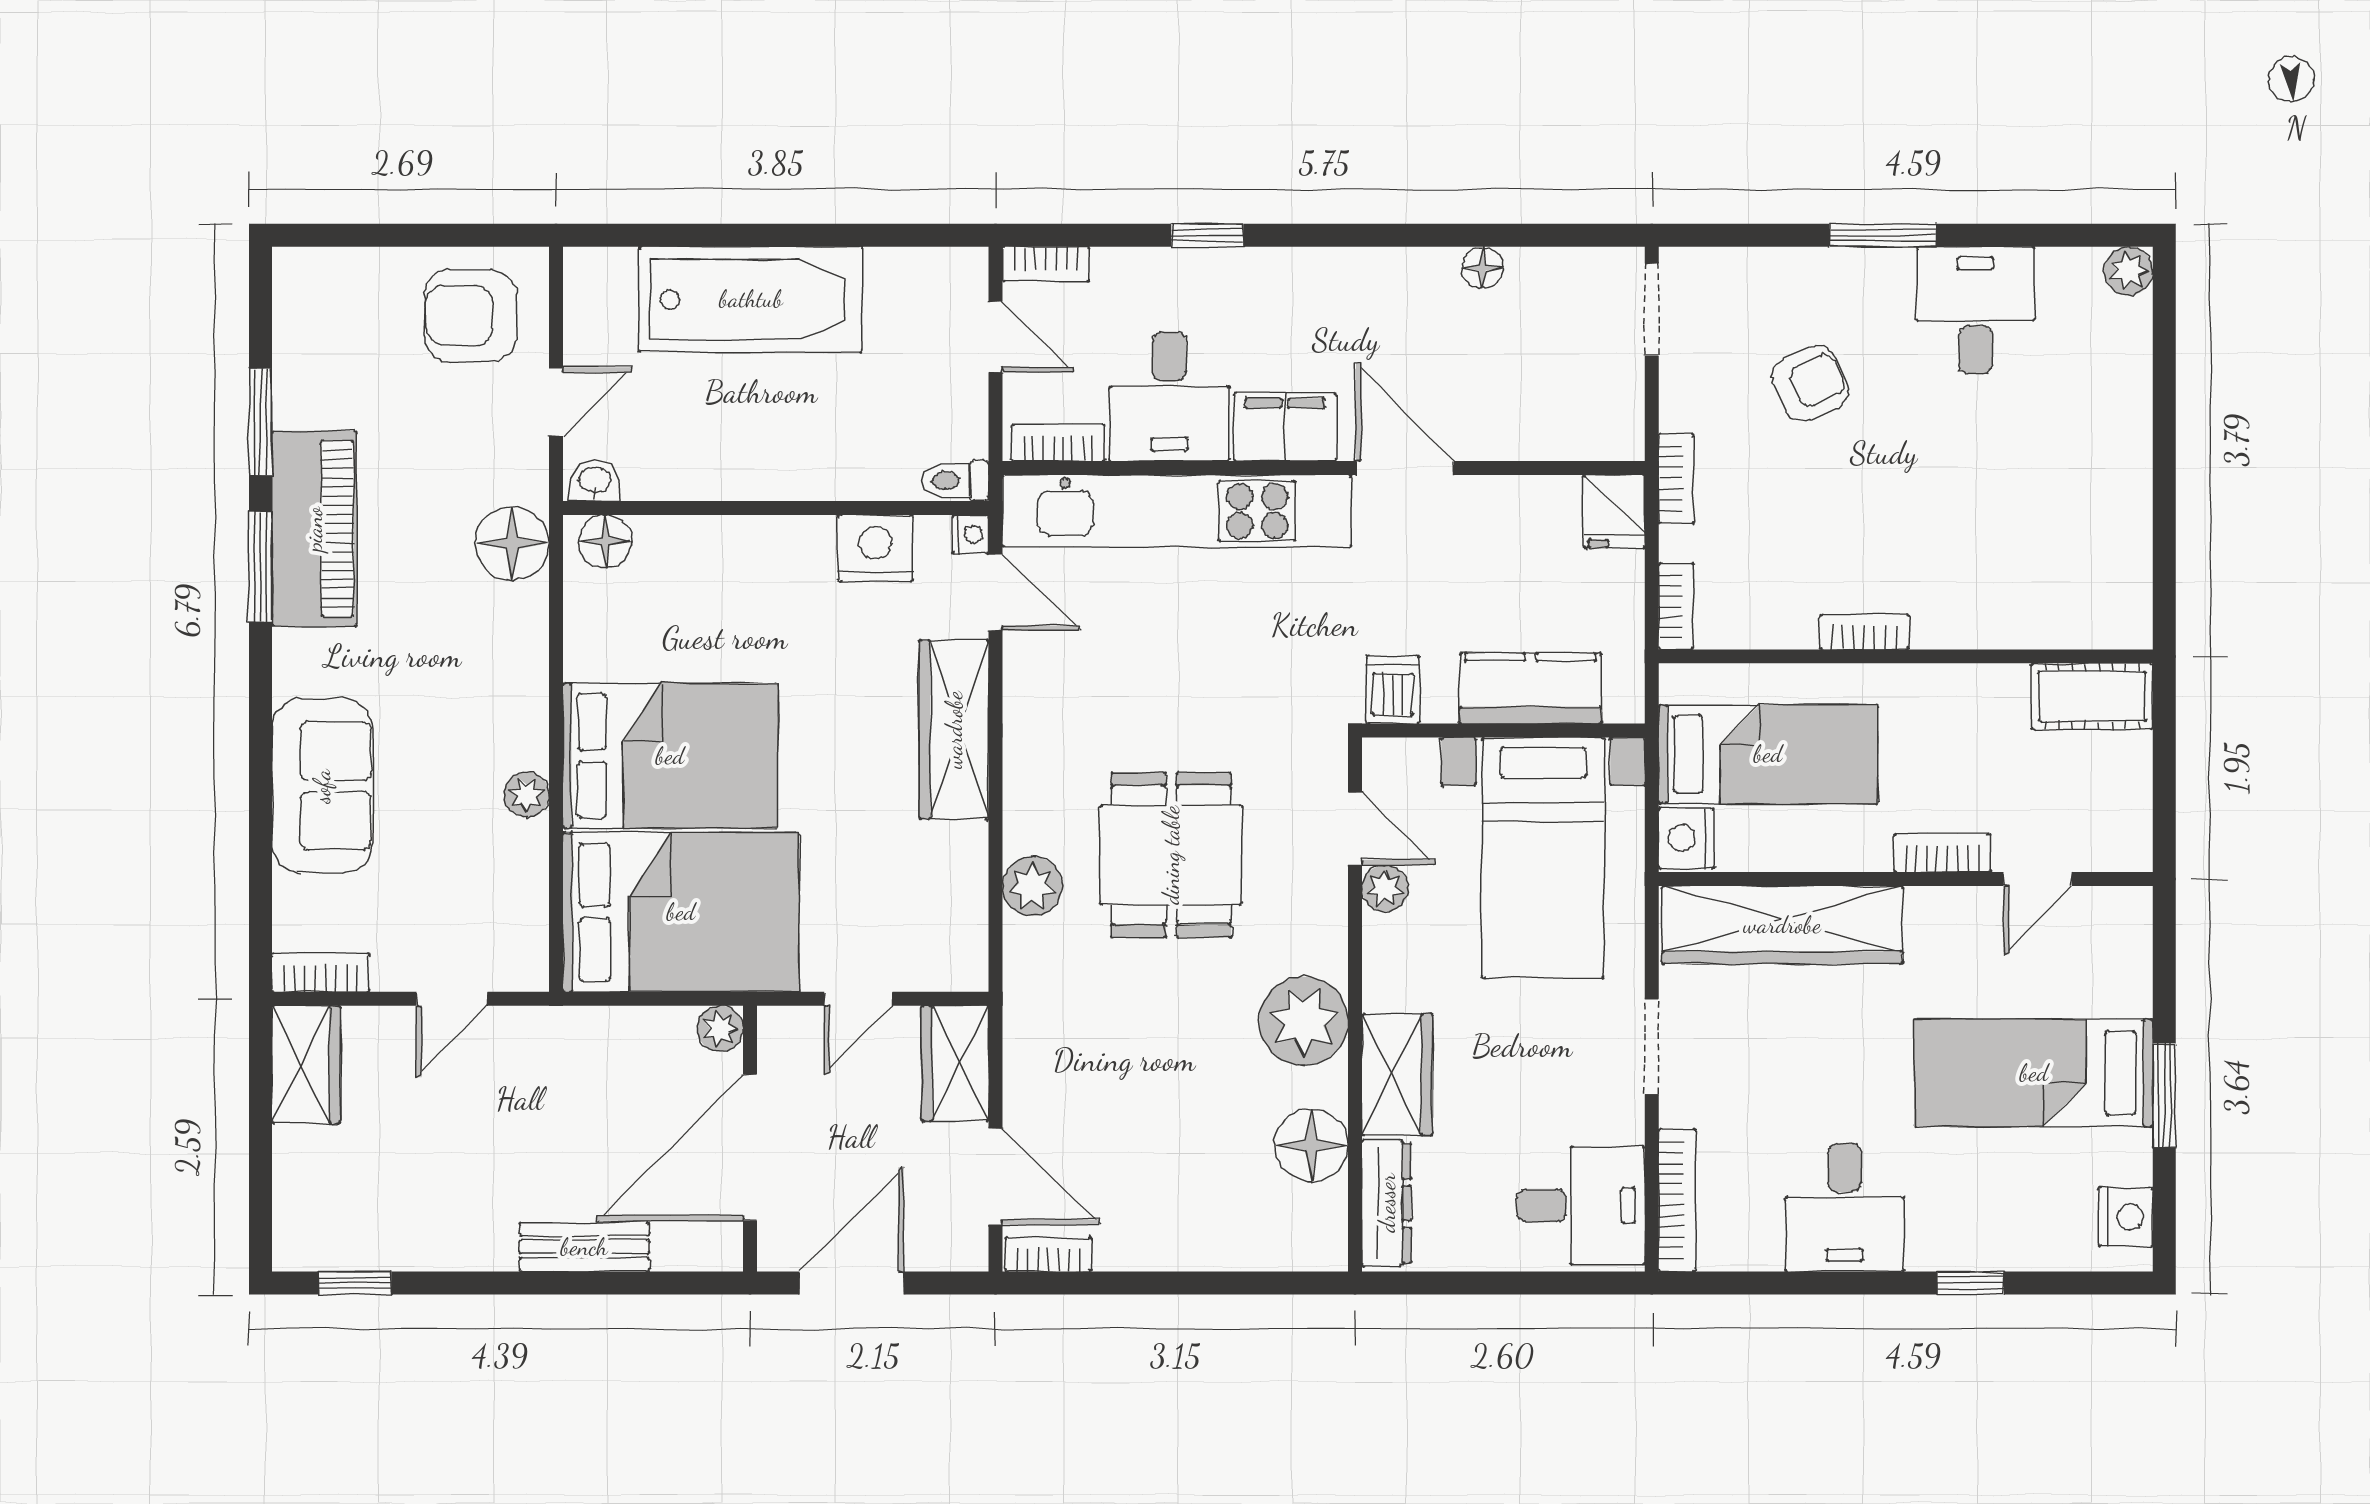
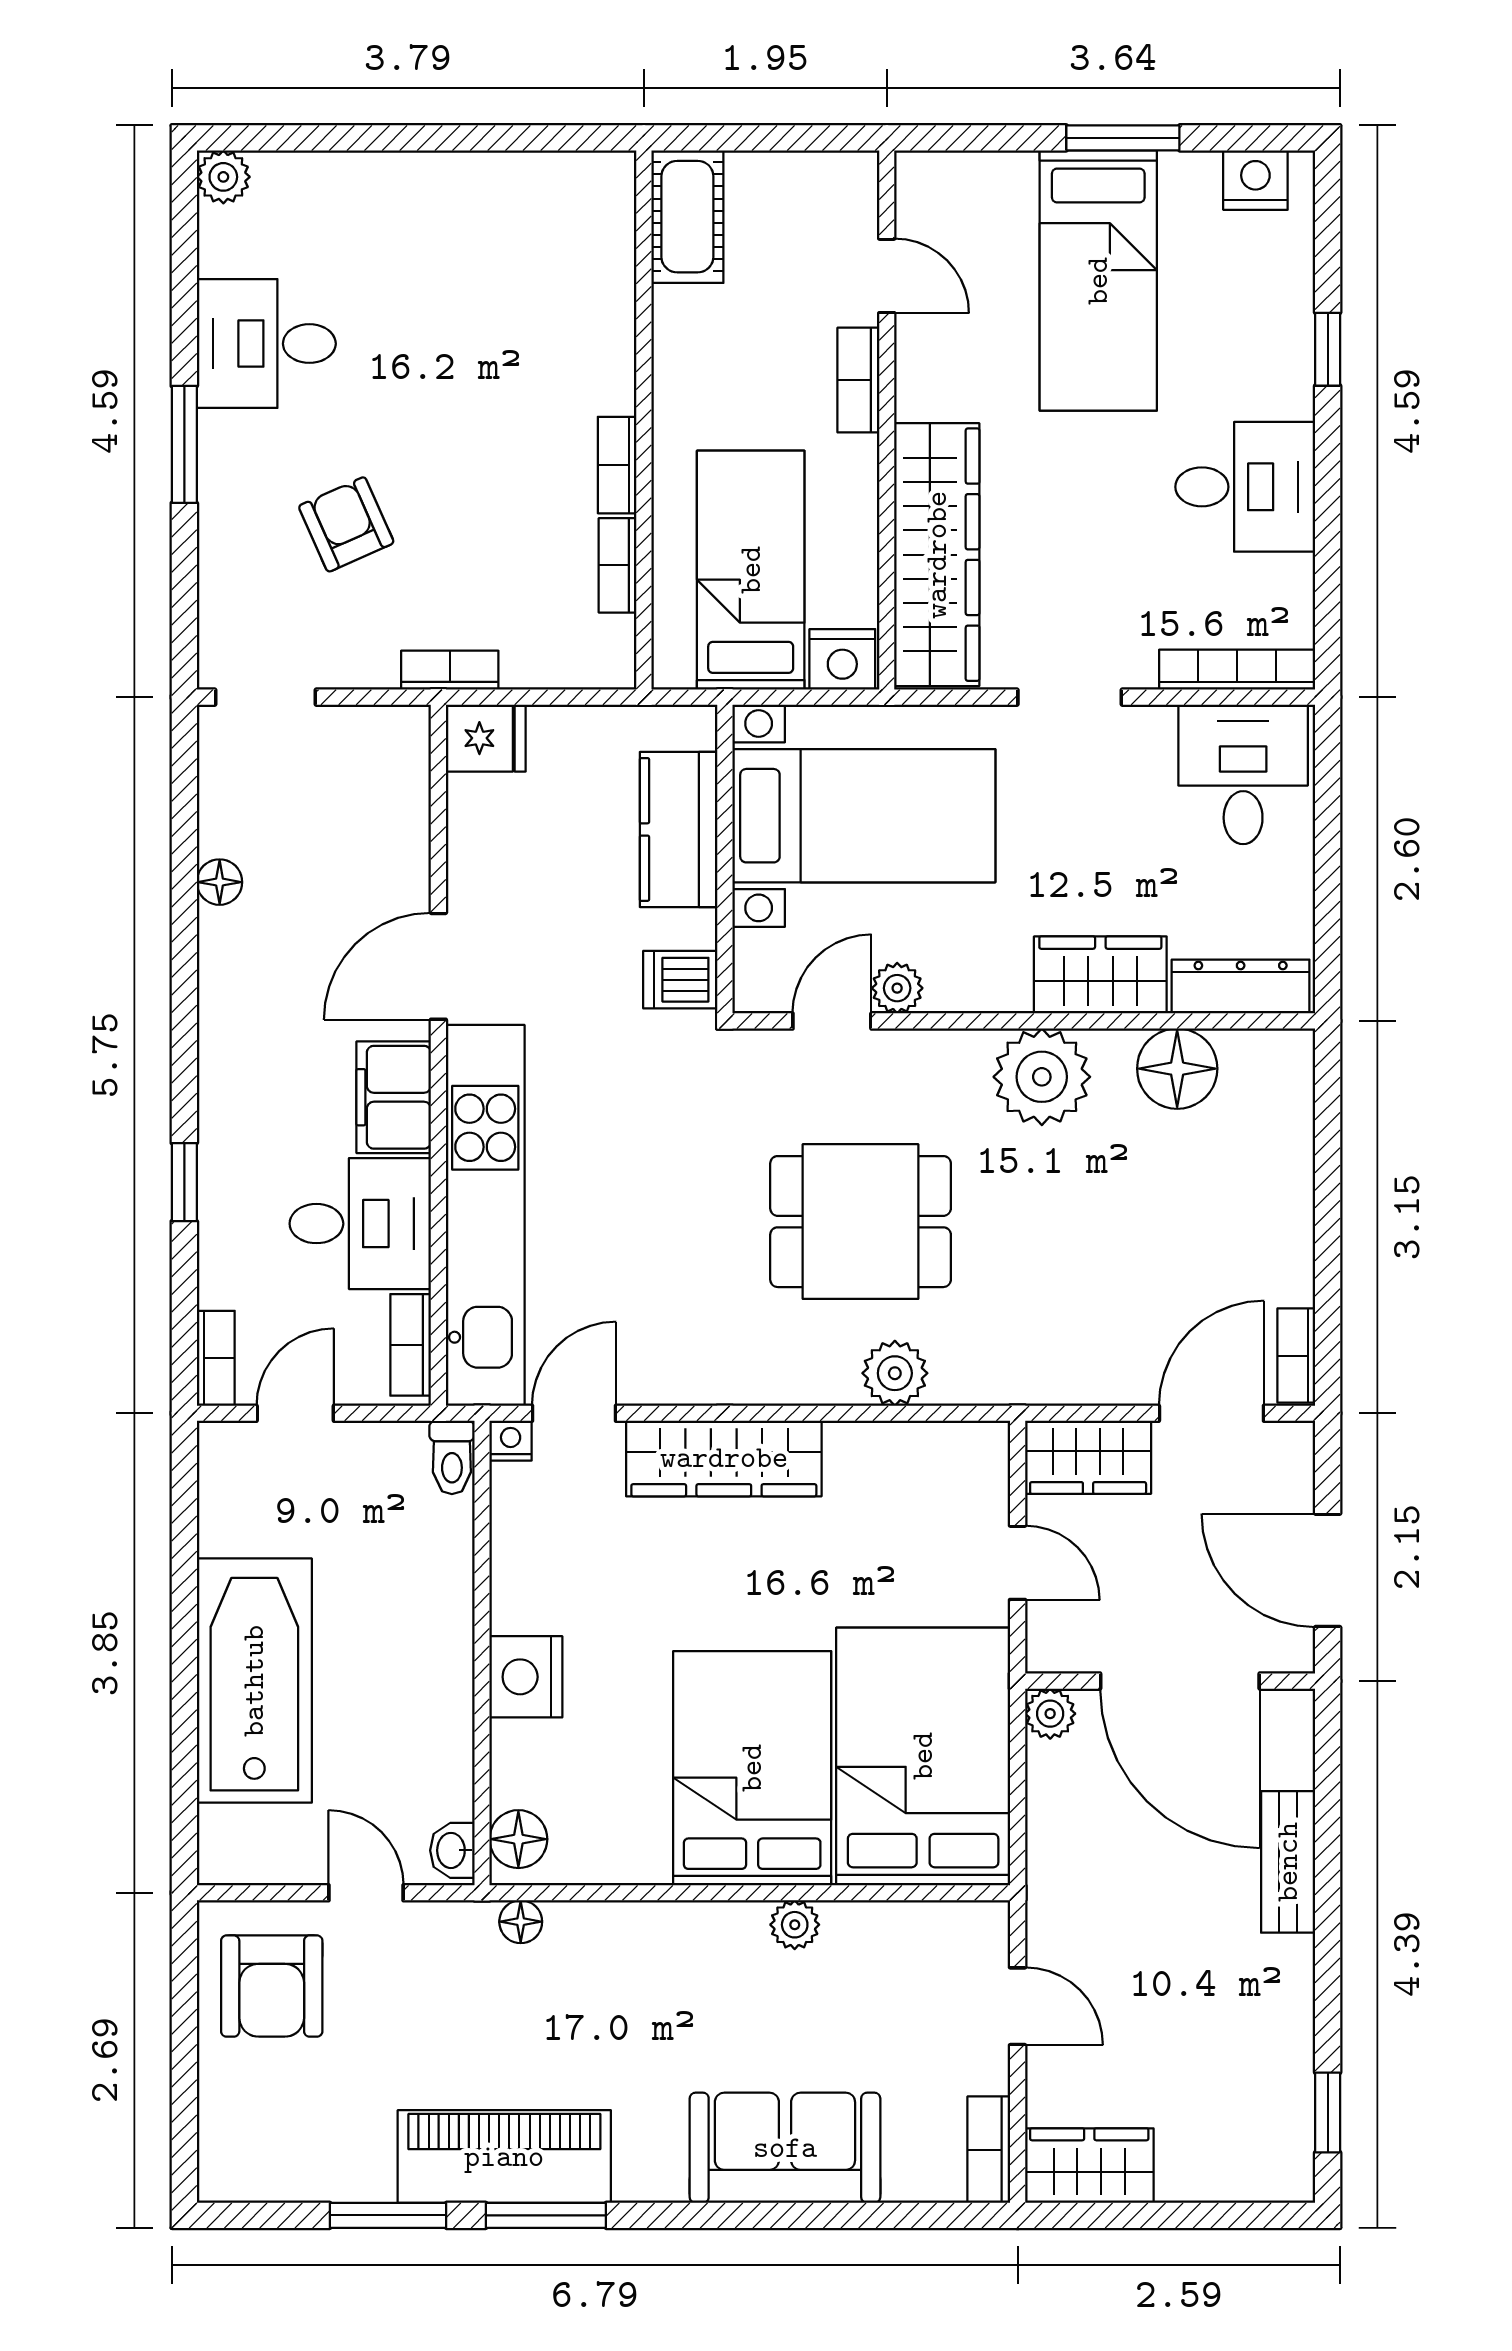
floor lamp: (512, 543) -> (521, 1922), width x0.53, depth x0.53
nightstand: (876, 548) -> (526, 1677), moved
bookcase: (1676, 606) -> (618, 565), moved, turned -90

